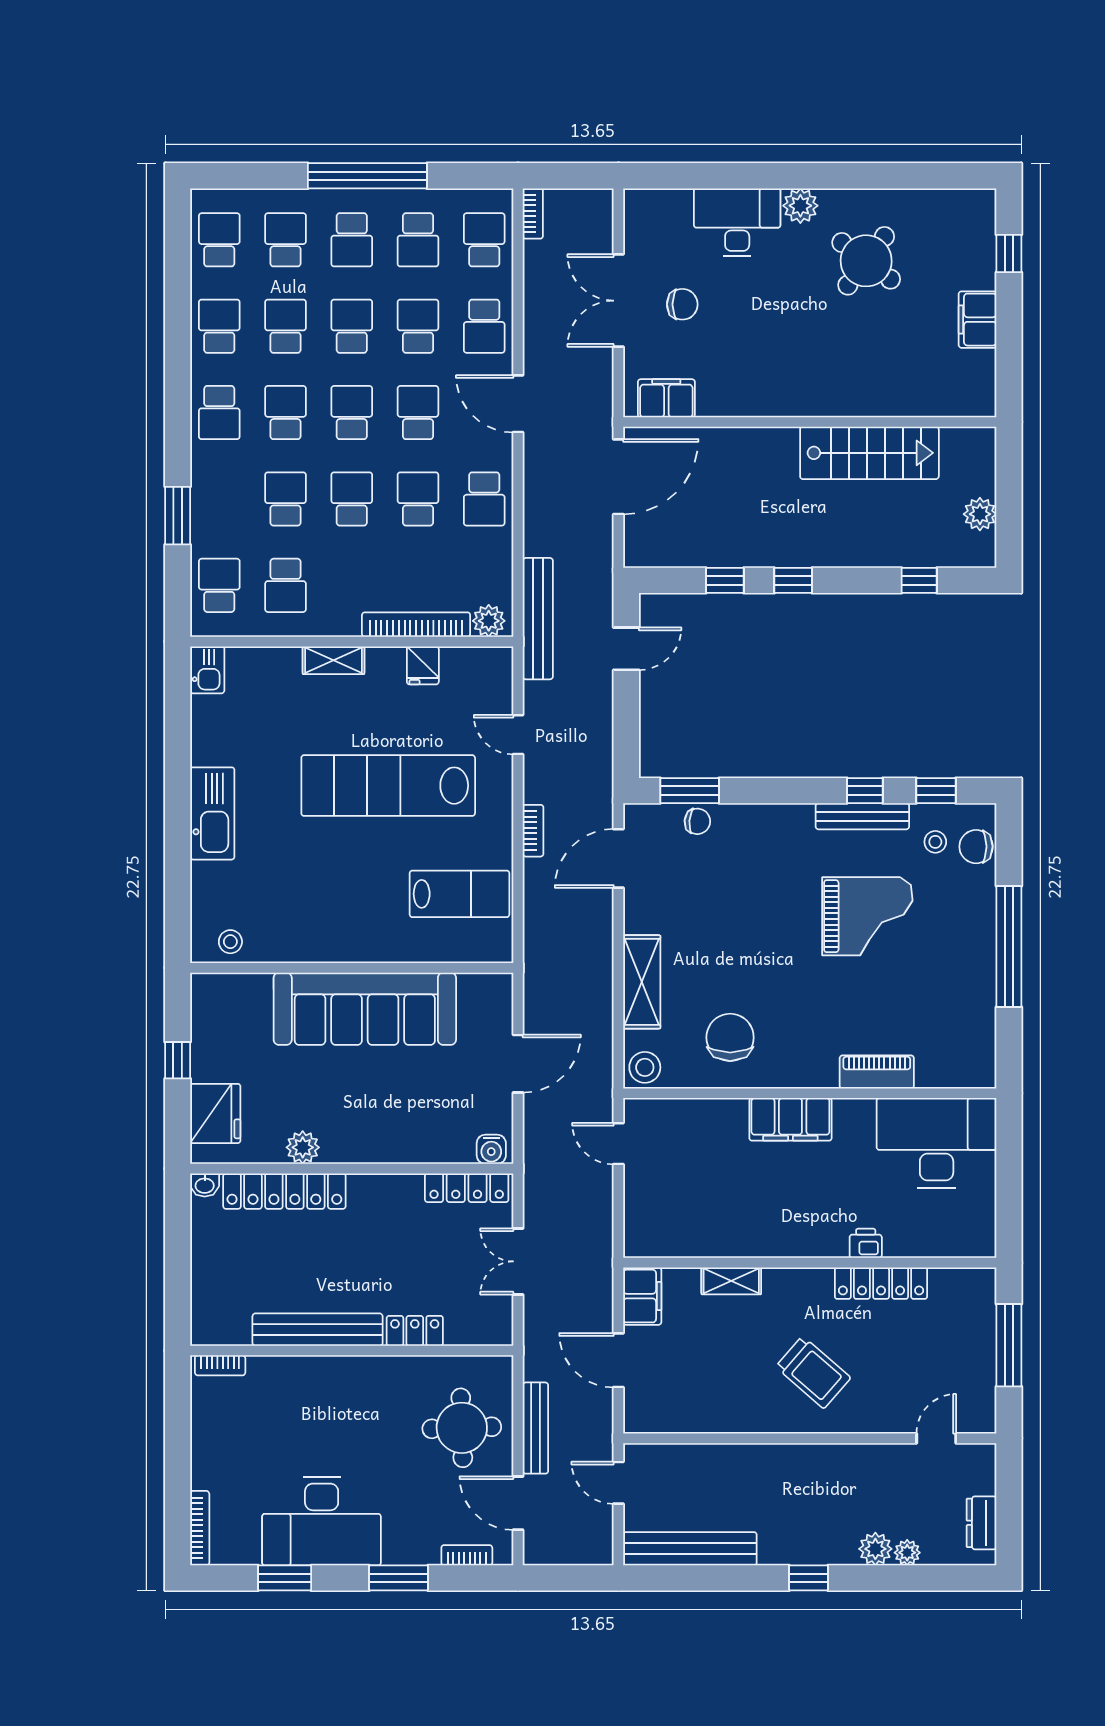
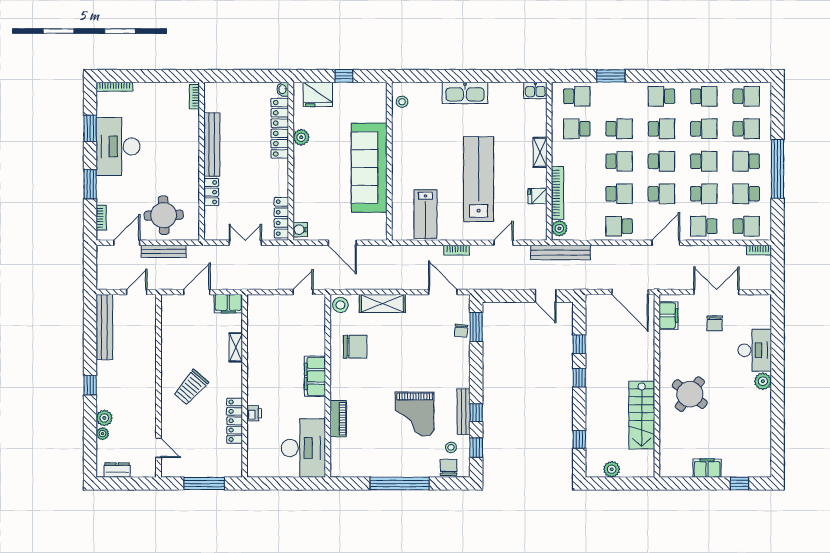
round table: (866, 261) -> (690, 394), moved

